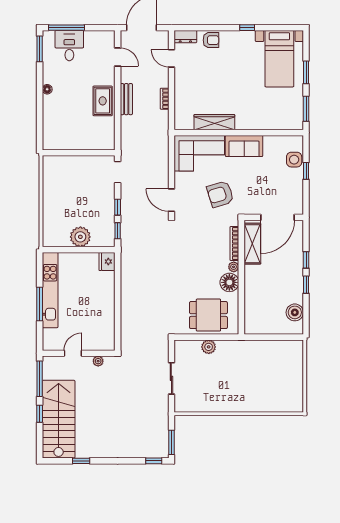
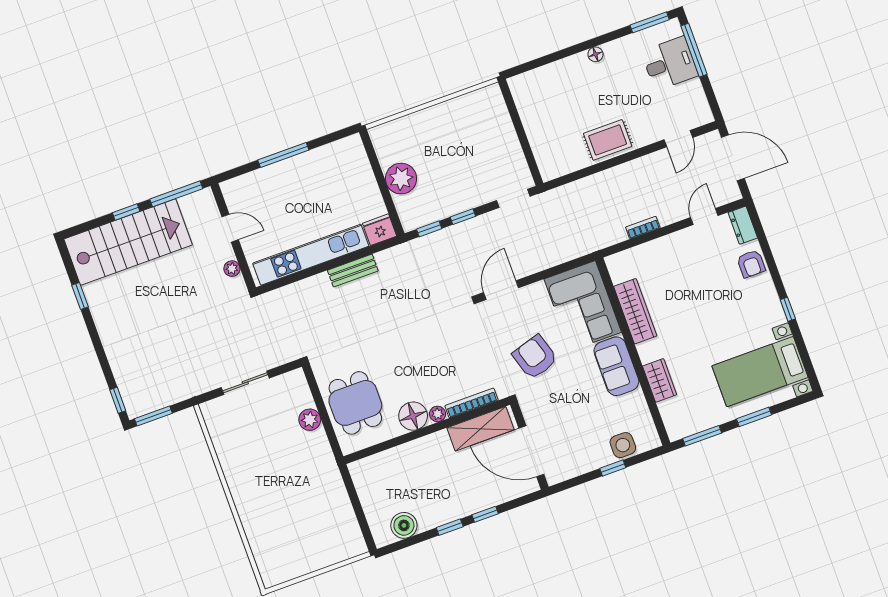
bench: (126, 99) -> (353, 271), moved
wardrobe: (262, 123) -> (660, 380), added
kitchen unit: (50, 290) -> (311, 255), moved, turned 180

